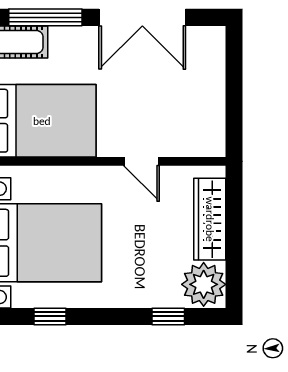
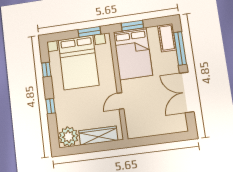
window: (168, 316) -> (50, 106), moved

